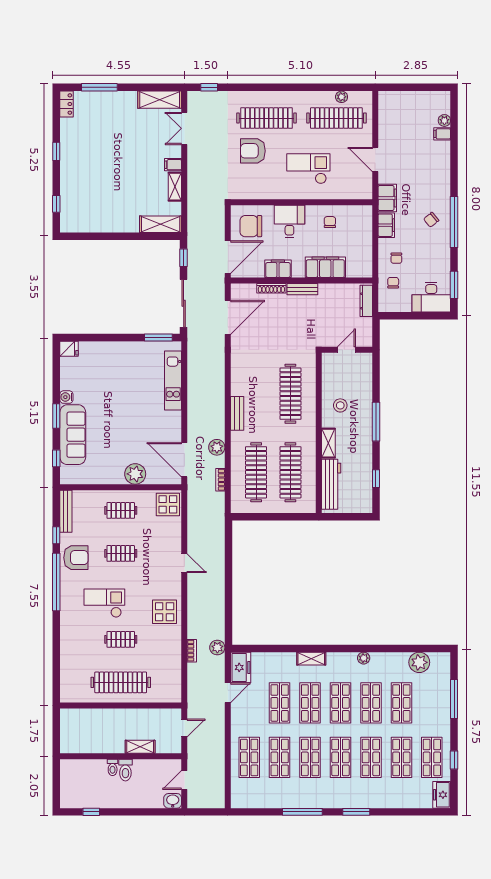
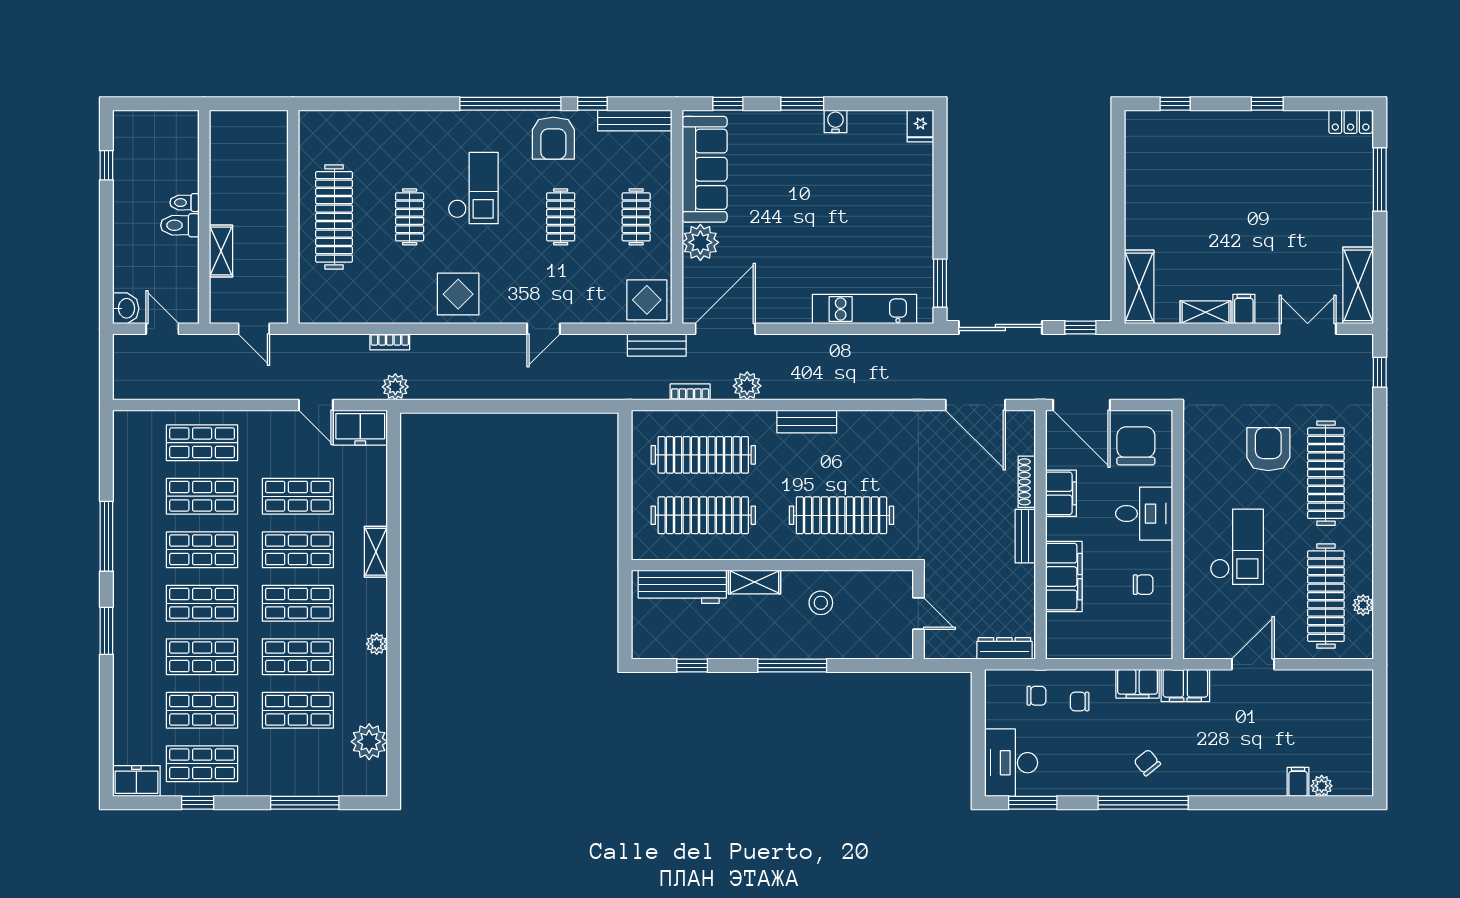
sofa: (73, 435) -> (705, 169), moved, turned -90
bench: (194, 499) -> (657, 345), added

